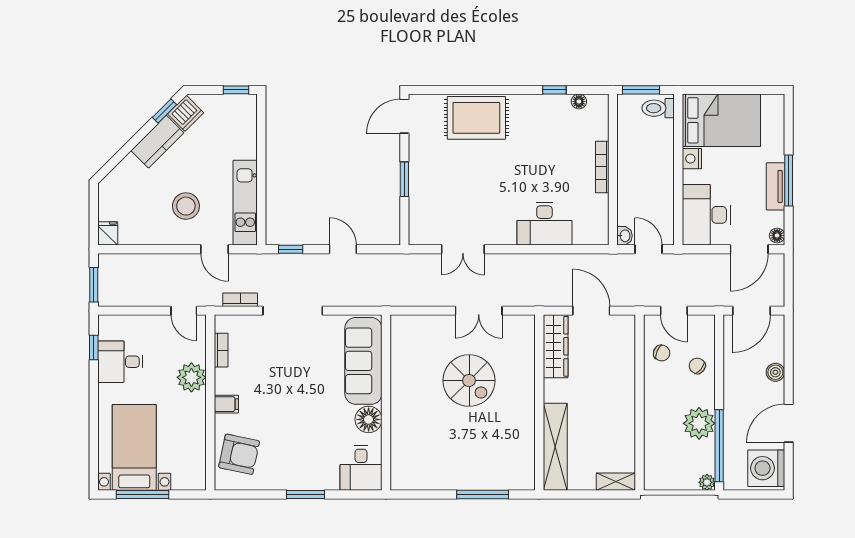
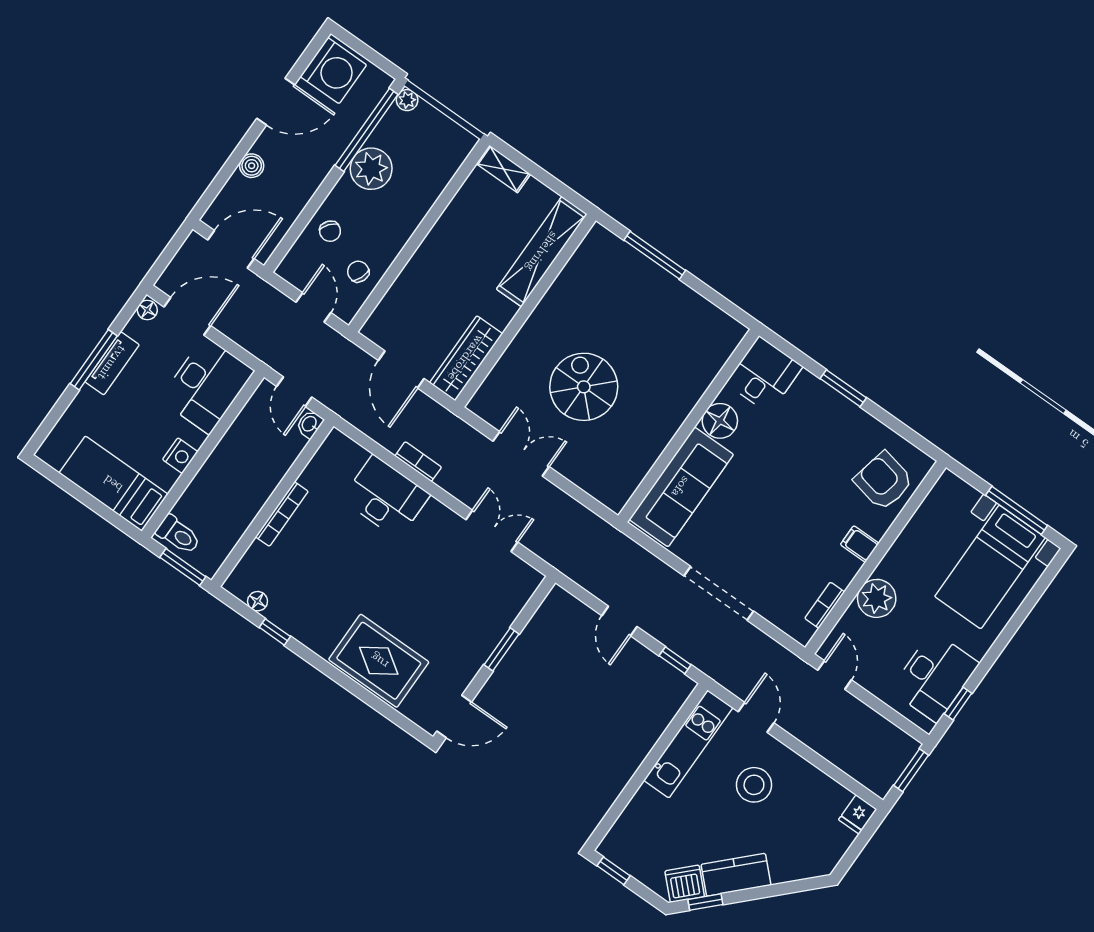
bed: (721, 120) -> (113, 484), width x0.67
bookcase: (240, 300) -> (418, 462), moved, turned 180
desk: (120, 362) -> (935, 677), width x1.37

